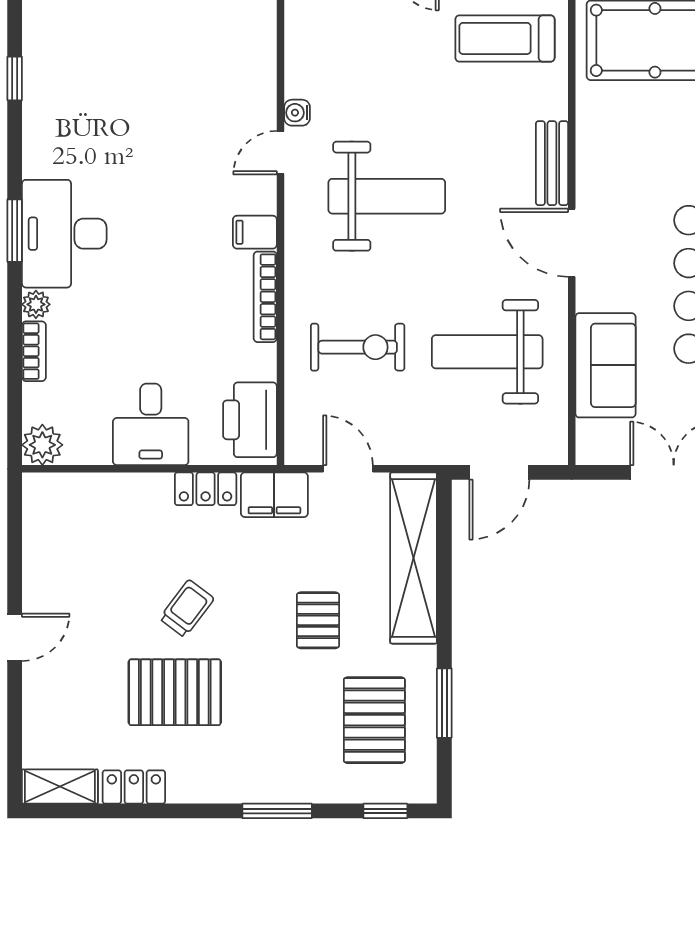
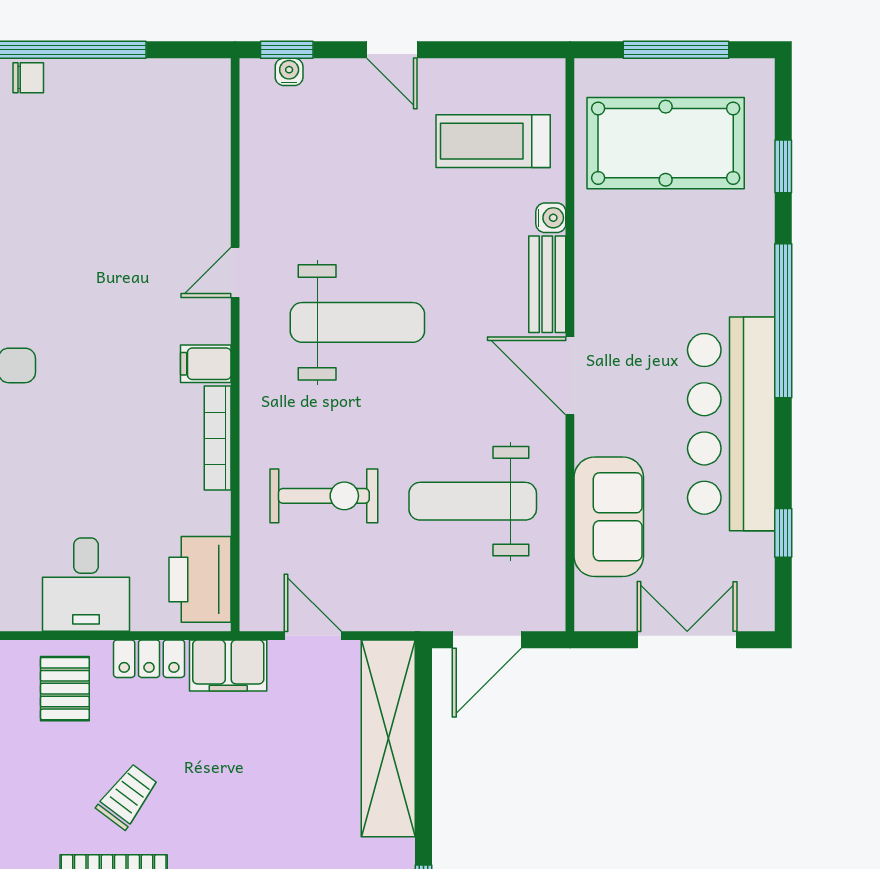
water cooler: (297, 113) -> (551, 218), moved, turned 180
pallet: (318, 620) -> (65, 689), moved

